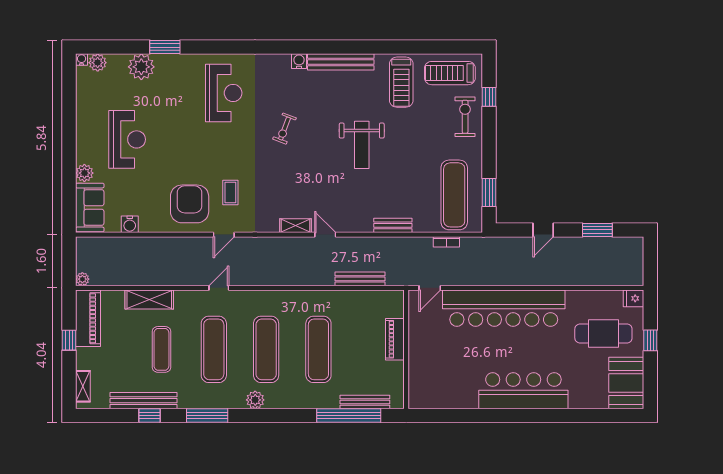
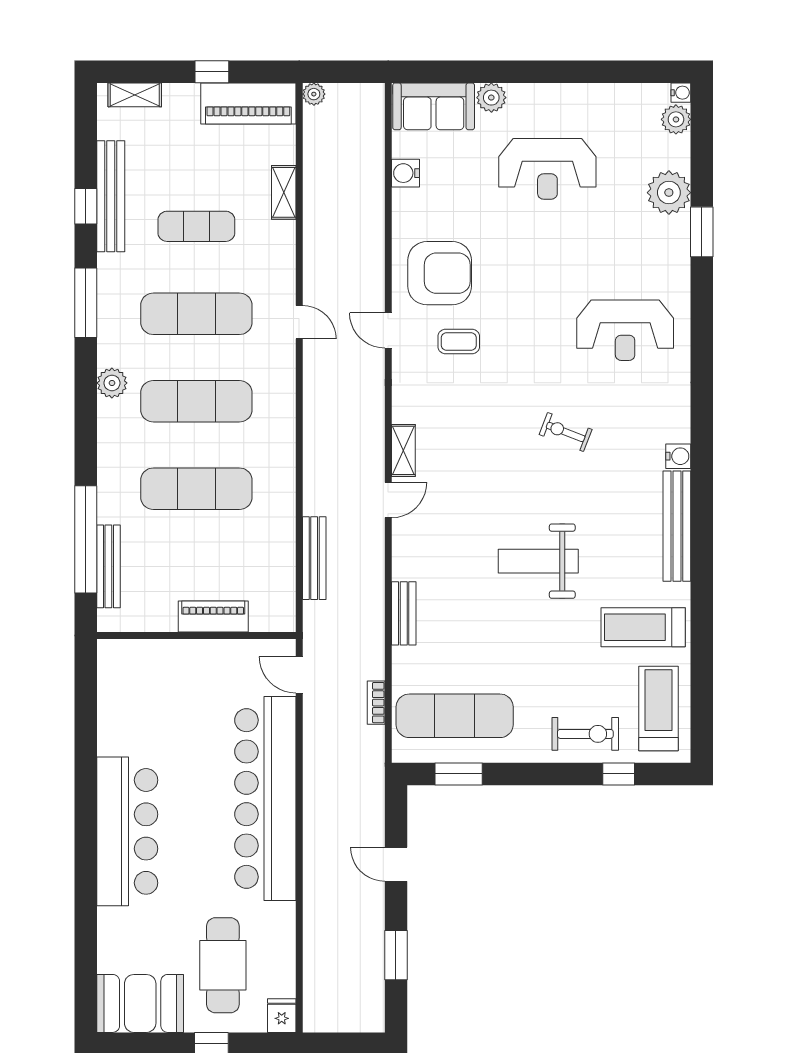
shelving: (149, 300) -> (284, 192), width x0.67, depth x0.75

